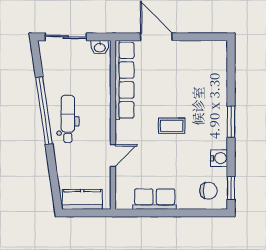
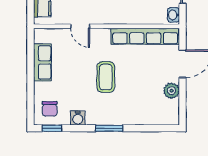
plant: (187, 50) -> (172, 91), added
coffee table: (172, 126) -> (106, 77), width x1.36, depth x1.30

